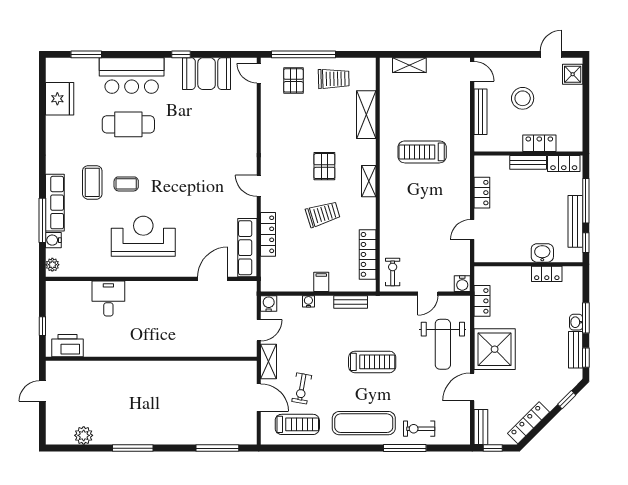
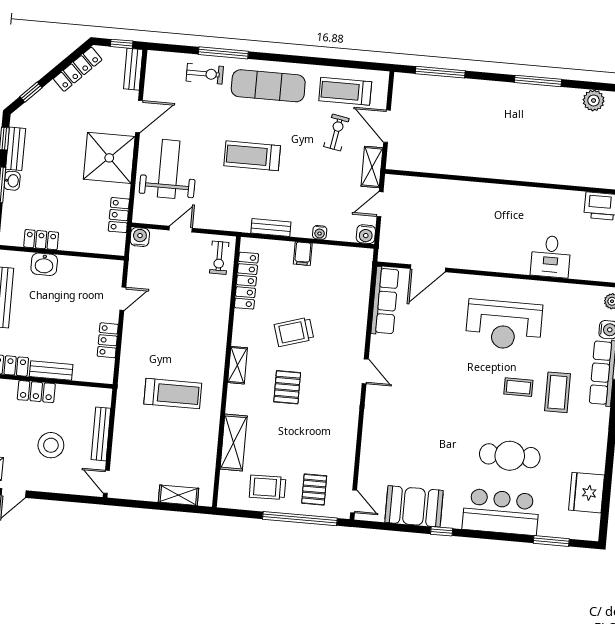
locker: (268, 234) -> (359, 314), removed

